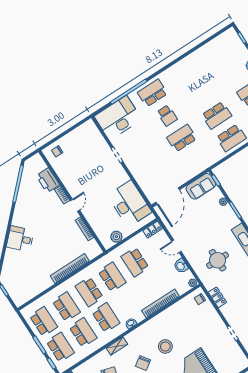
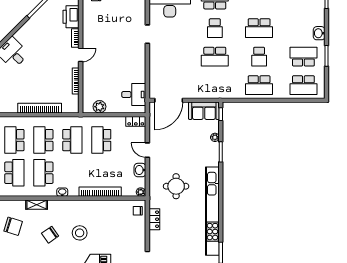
school desk: (202, 93) -> (259, 28), added
school desk: (217, 115) -> (259, 57), width x0.54
school desk: (182, 138) -> (215, 57), turned 180
desk: (129, 204) -> (134, 94), width x0.53, depth x0.77
school desk: (66, 307) -> (14, 140), turned 180
school desk: (106, 318) -> (43, 173), turned 180

